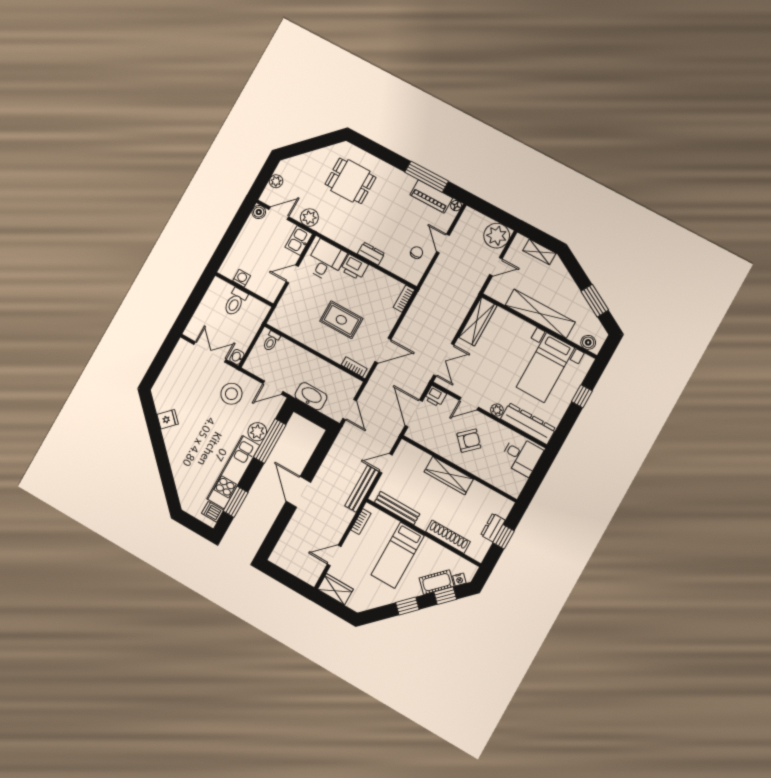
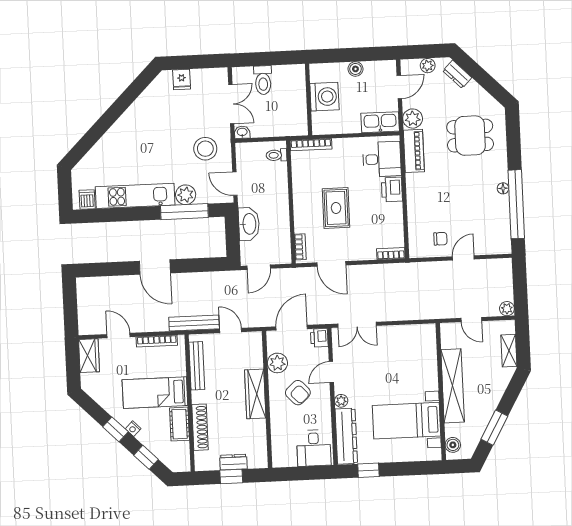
window: (426, 177) -> (516, 204), width x1.46
dining table: (350, 181) -> (470, 136), turned 90
piano: (431, 196) -> (414, 151), moved, turned 180
floor lamp: (456, 206) -> (503, 188), moved
boiler: (259, 212) -> (355, 69), moved
door: (279, 213) -> (399, 87), hinge flipped
plant: (497, 236) -> (507, 309), width x0.53, depth x0.53
kitchen sink: (299, 240) -> (380, 122), width x1.38
dresser: (371, 254) -> (457, 74), moved, turned 135
door: (292, 274) -> (350, 136), removed
washing machine: (242, 278) -> (324, 97), width x1.89, depth x1.89
toilet: (235, 302) -> (263, 80), moved, turned -90
bookcase: (280, 309) -> (311, 145), added
wardrobe: (478, 321) -> (411, 334), removed
window: (582, 396) -> (368, 470), moved
door: (469, 404) -> (331, 372), hinge flipped
fridge: (168, 419) -> (182, 79), moved, turned 45
plant: (435, 442) -> (277, 363), added
door: (298, 492) -> (155, 267), swing flipped
window: (236, 502) -> (110, 215), removed
bookcase: (361, 522) -> (157, 341), width x1.56
nightstand: (459, 579) -> (133, 429), moved
cot: (437, 582) -> (179, 424), moved, turned 45

